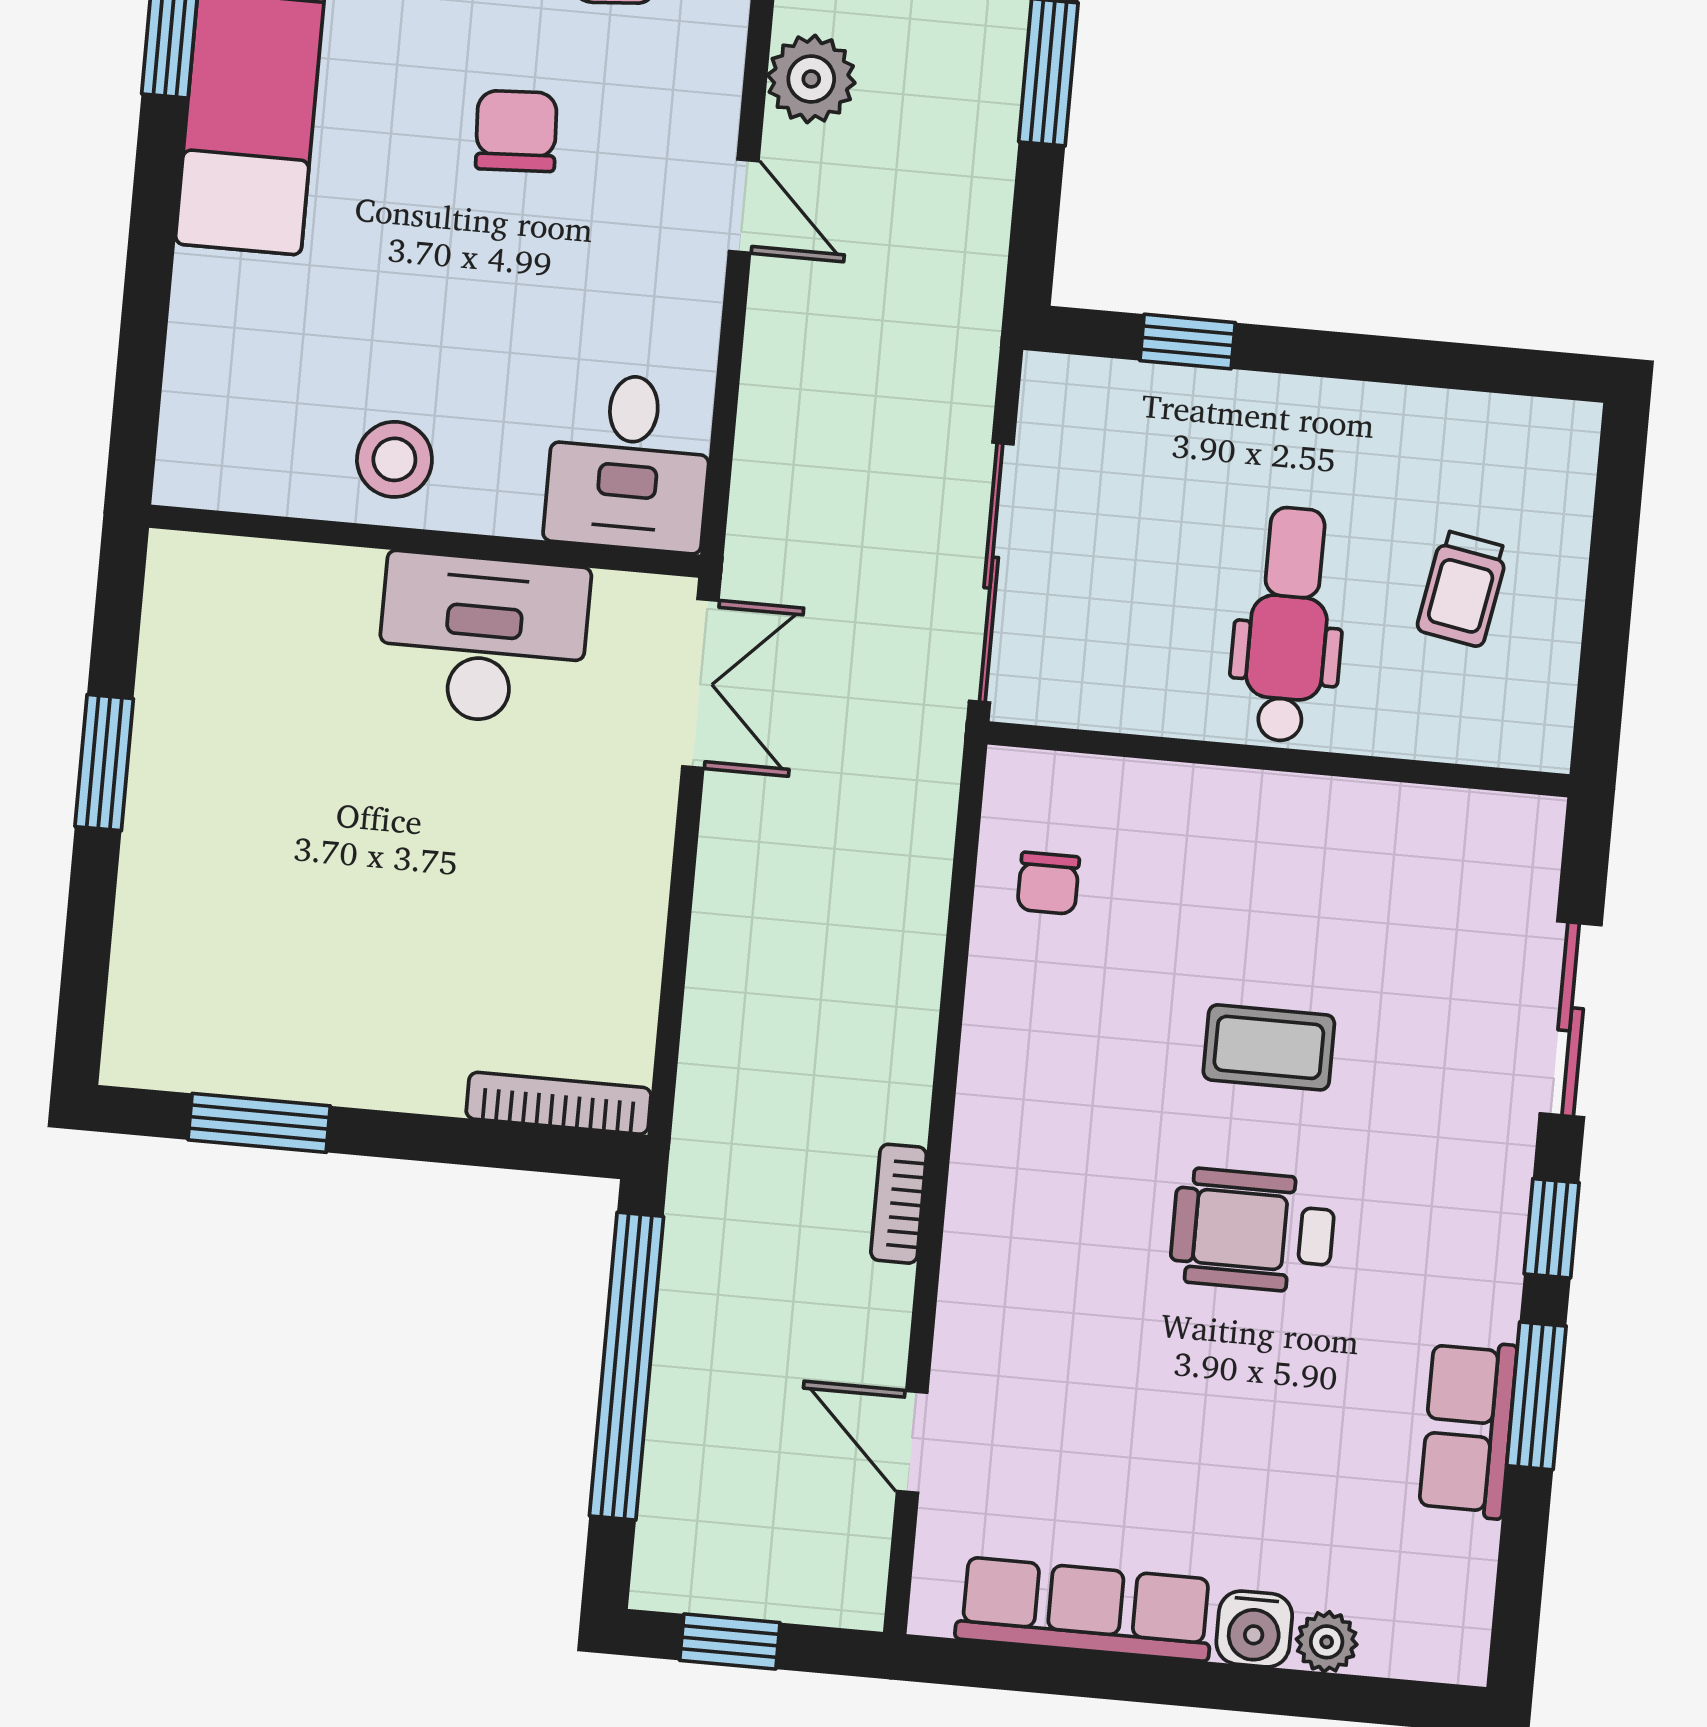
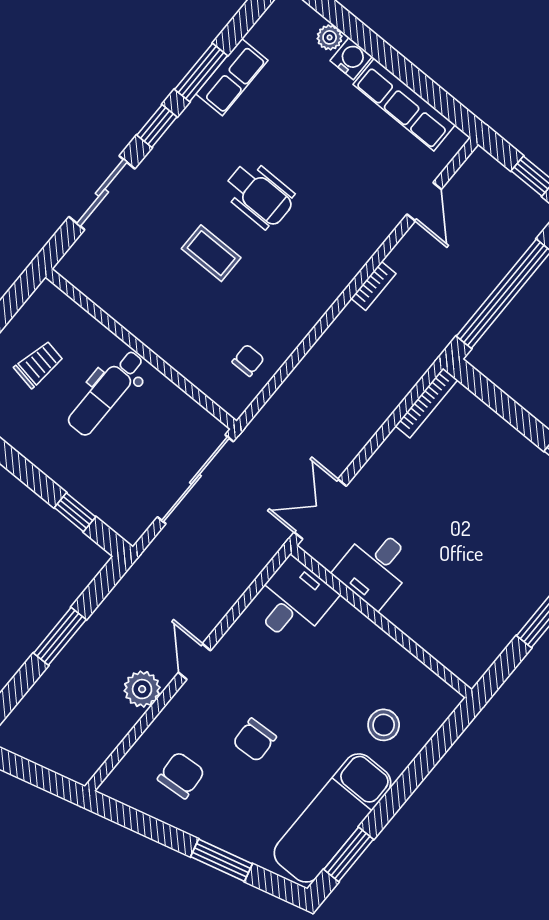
stool: (394, 459) -> (384, 725), moved
desk: (483, 639) -> (375, 567), width x0.73
bookcase: (559, 1103) -> (426, 403), moved, turned -90

